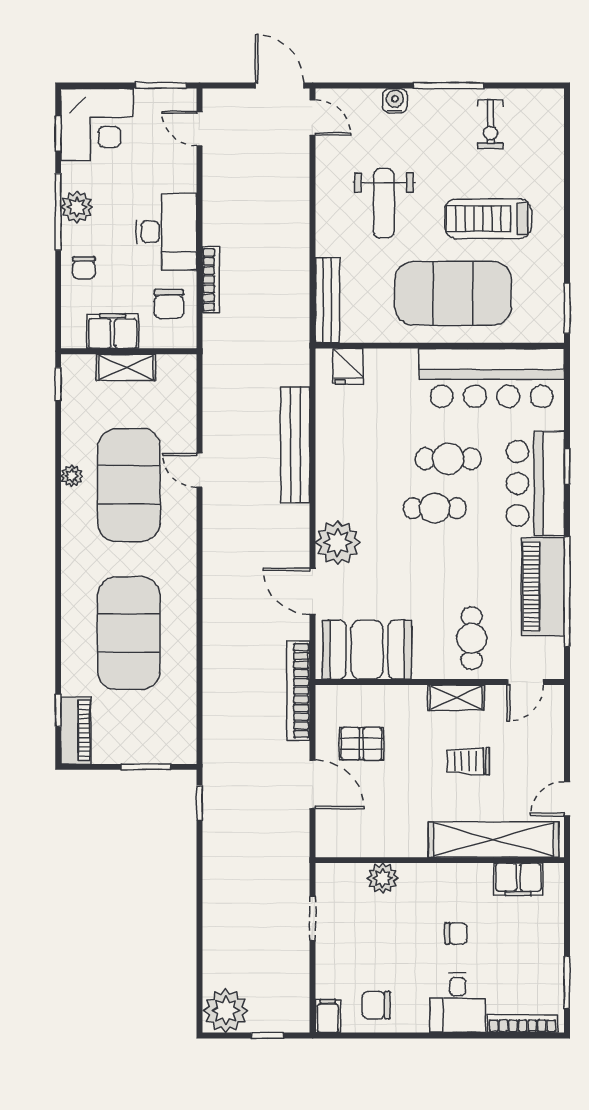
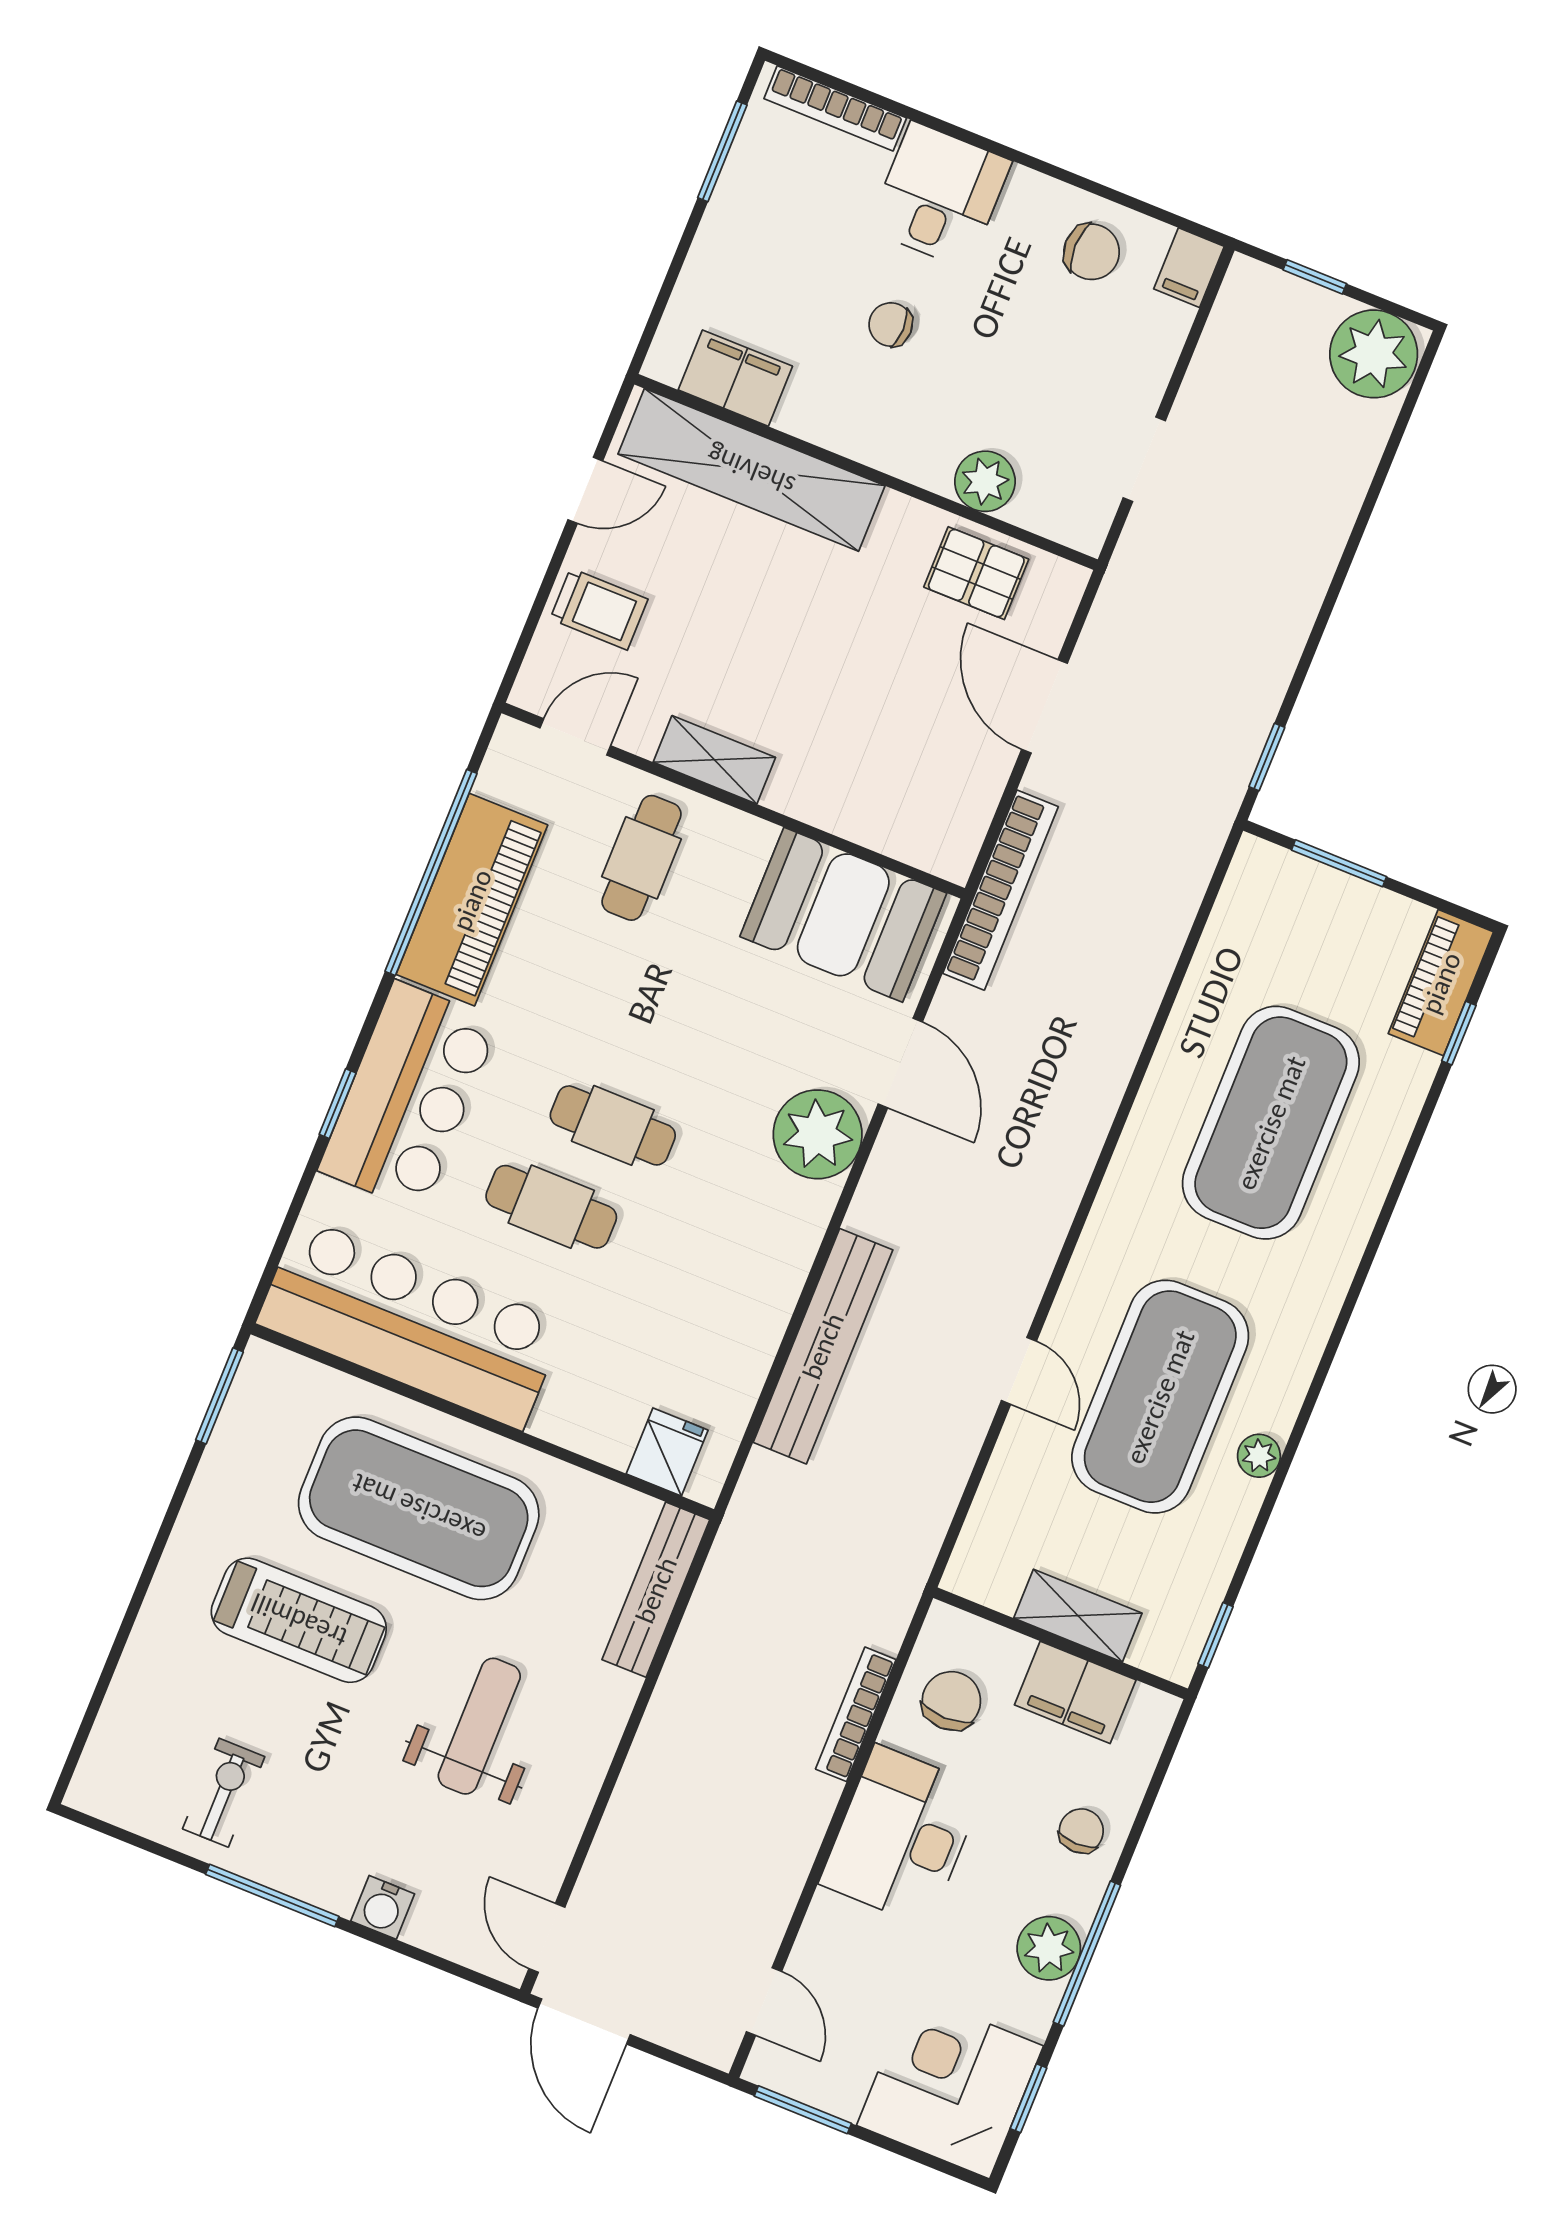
pallet: (361, 744) -> (976, 573), moved
trolley: (468, 761) -> (599, 609), moved

